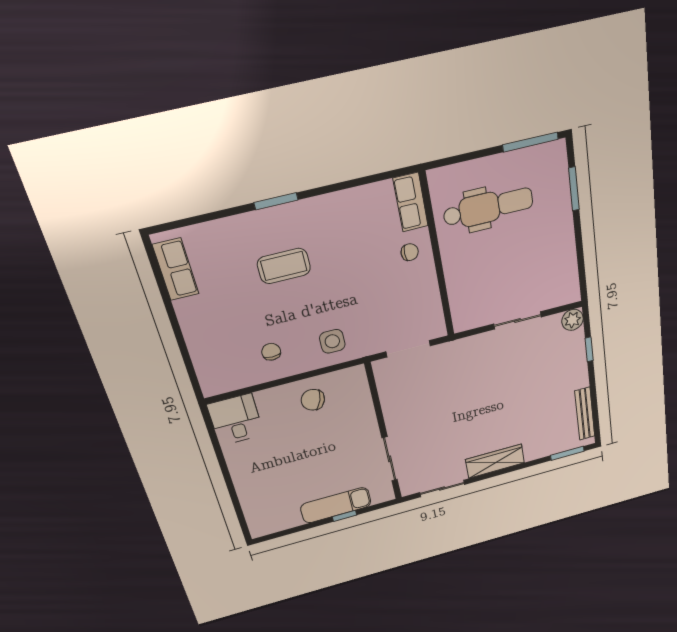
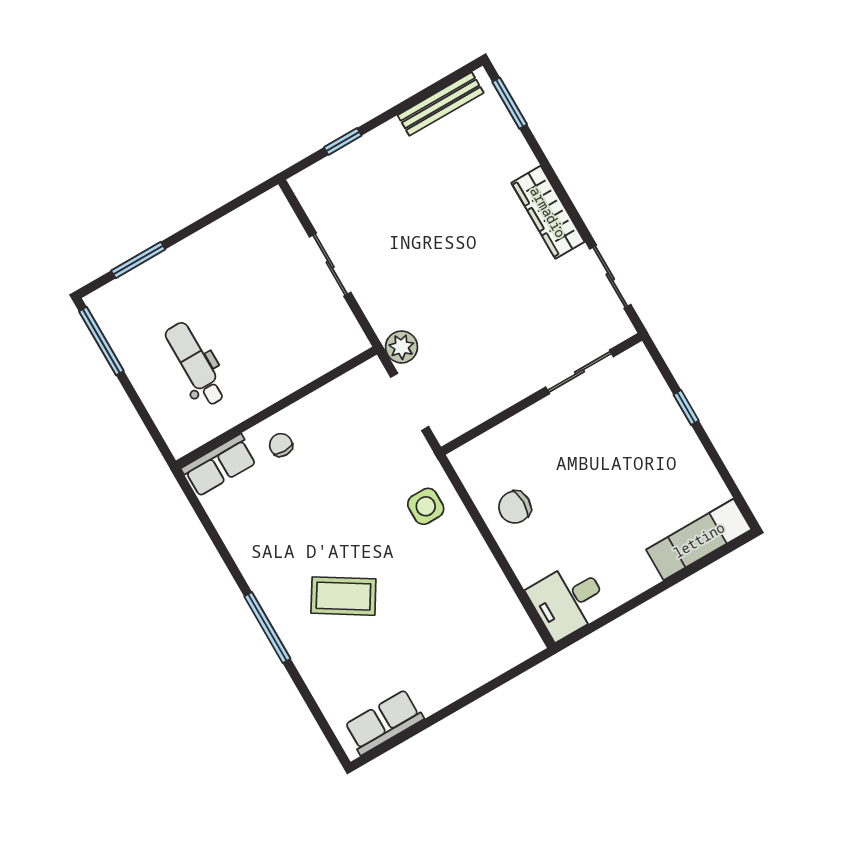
window: (276, 201) -> (267, 627), width x1.44
dental chair: (488, 207) -> (195, 364), width x0.73, depth x0.72
coffee table: (284, 266) -> (343, 596), turned -58
plant: (572, 320) -> (401, 347), moved
chair: (271, 352) -> (460, 581), removed
chair: (313, 400) -> (515, 507), turned 71
exam couch: (336, 505) -> (699, 540), moved, turned 90

